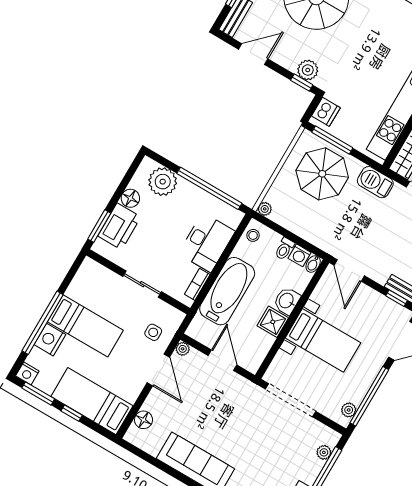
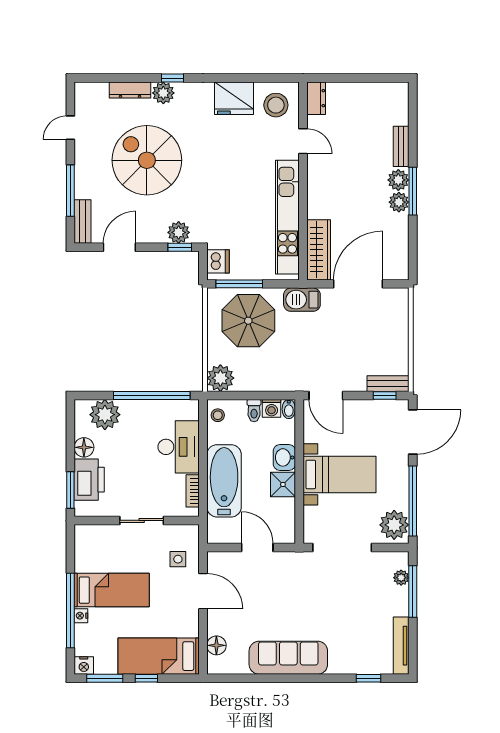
plant: (265, 209) -> (220, 378), width x1.88, depth x1.88
nightstand: (50, 340) -> (81, 616), width x0.53, depth x0.56
plant: (183, 349) -> (214, 558), removed
plant: (349, 410) -> (394, 525), width x1.88, depth x1.88

